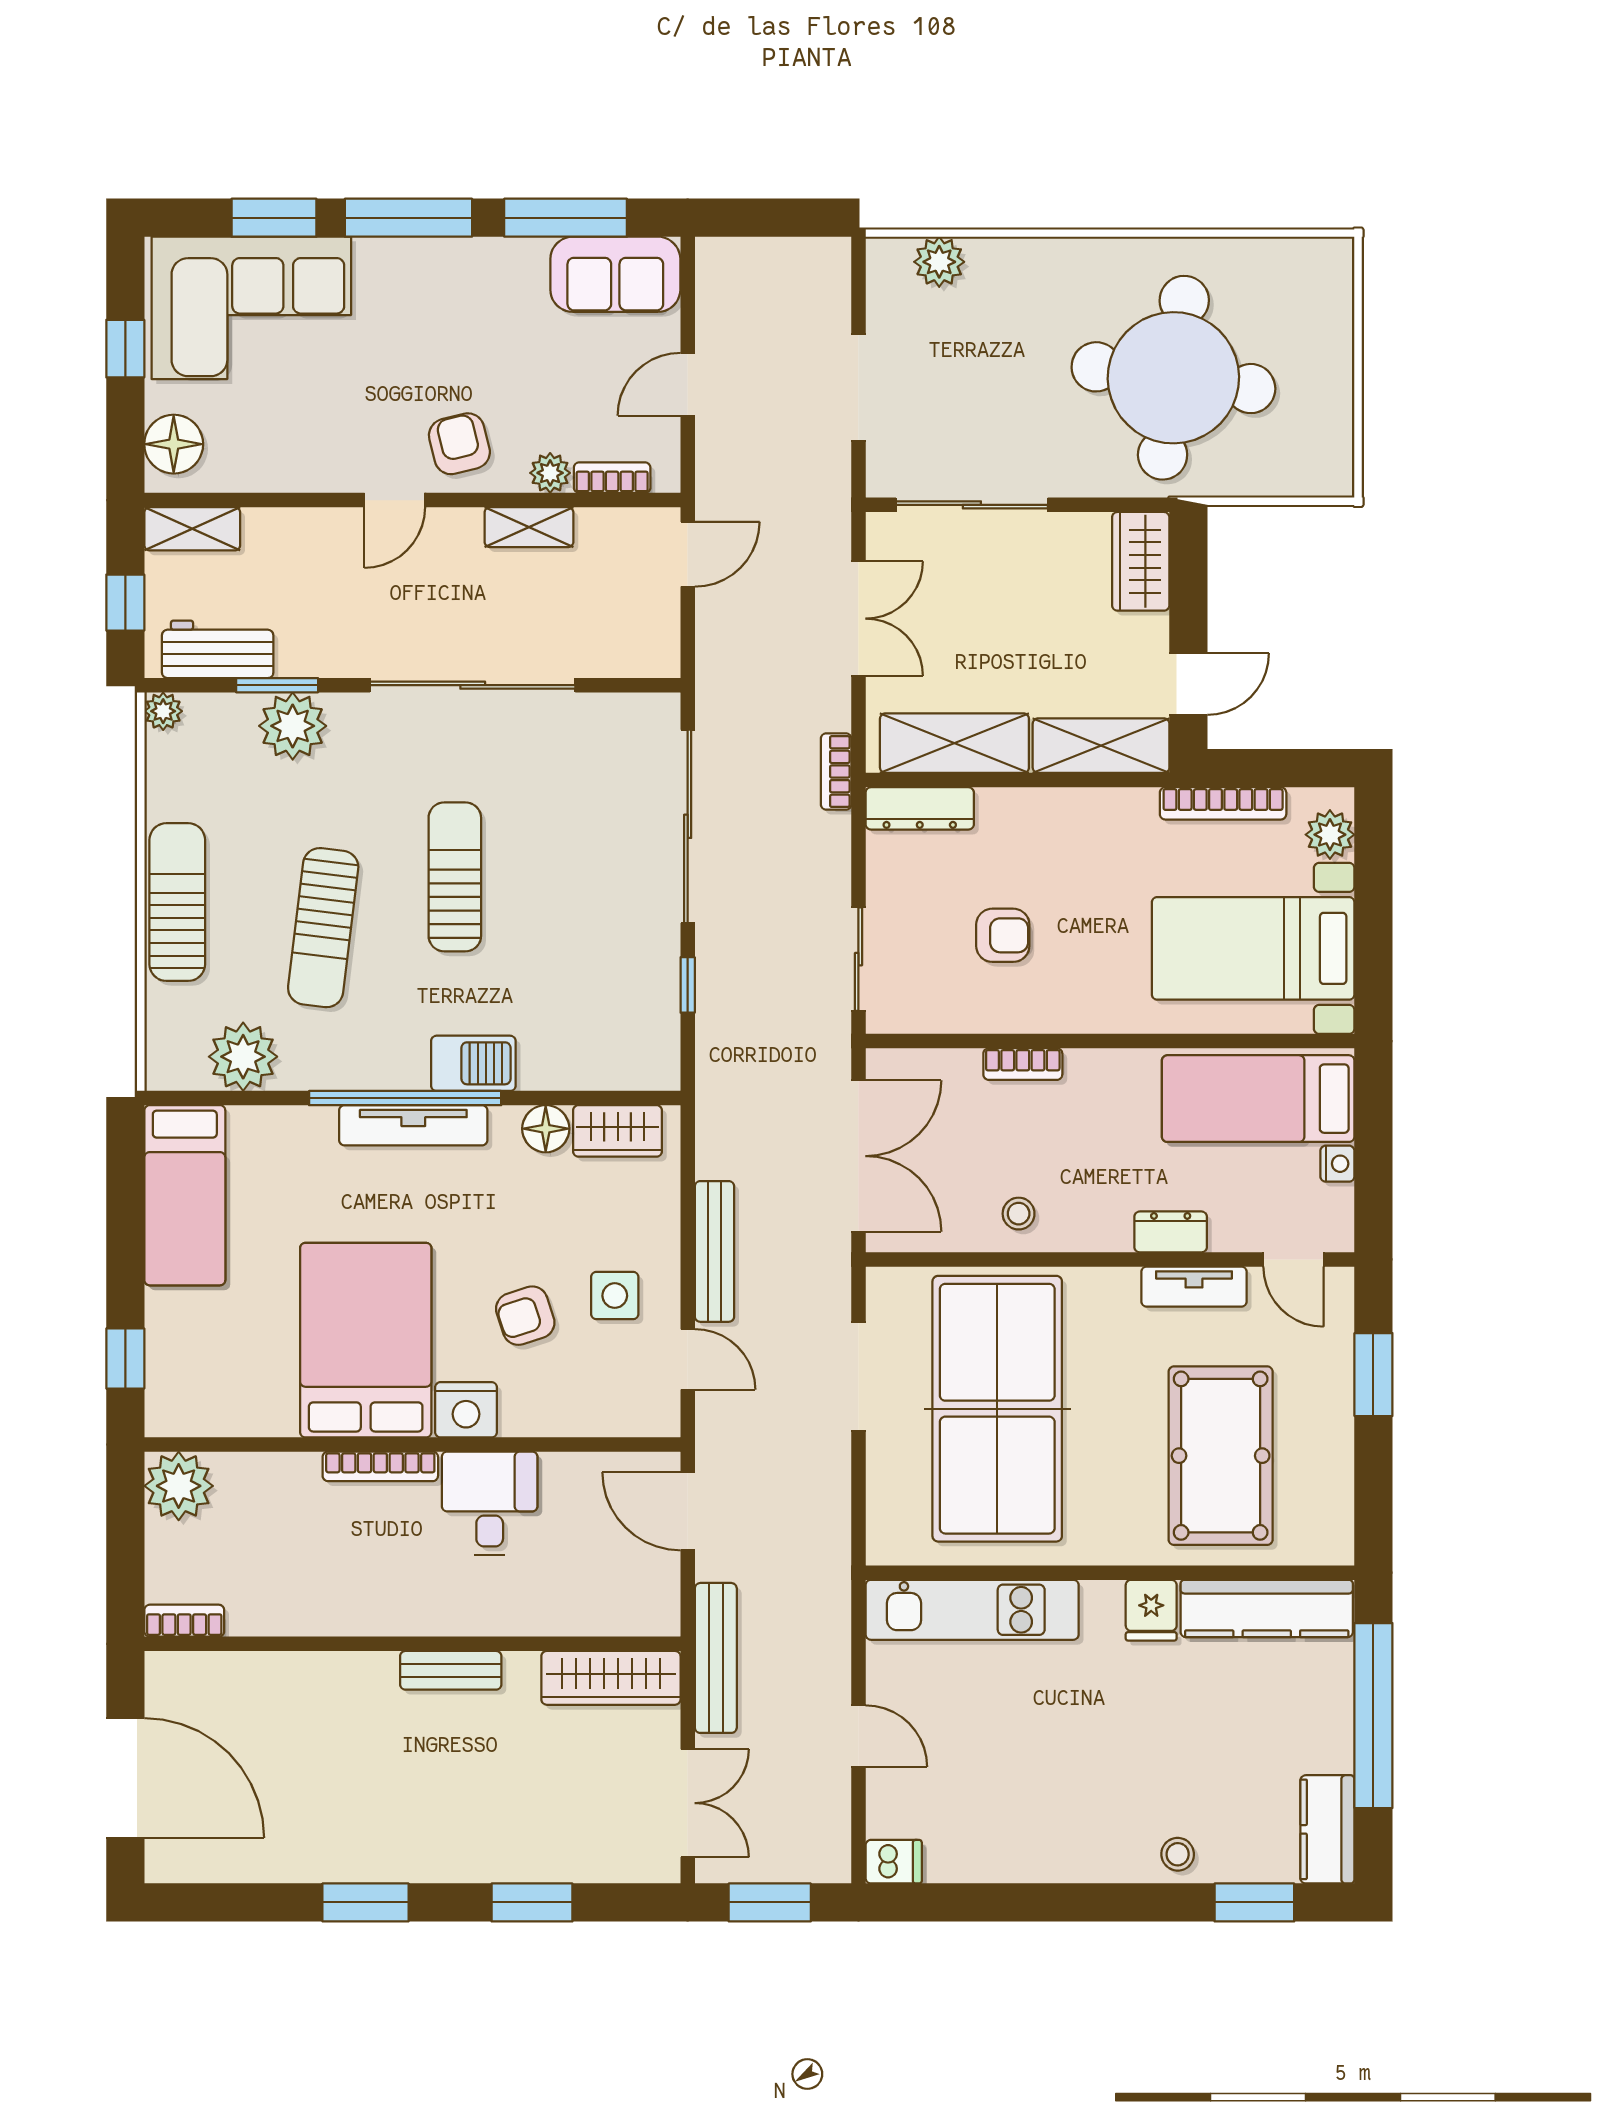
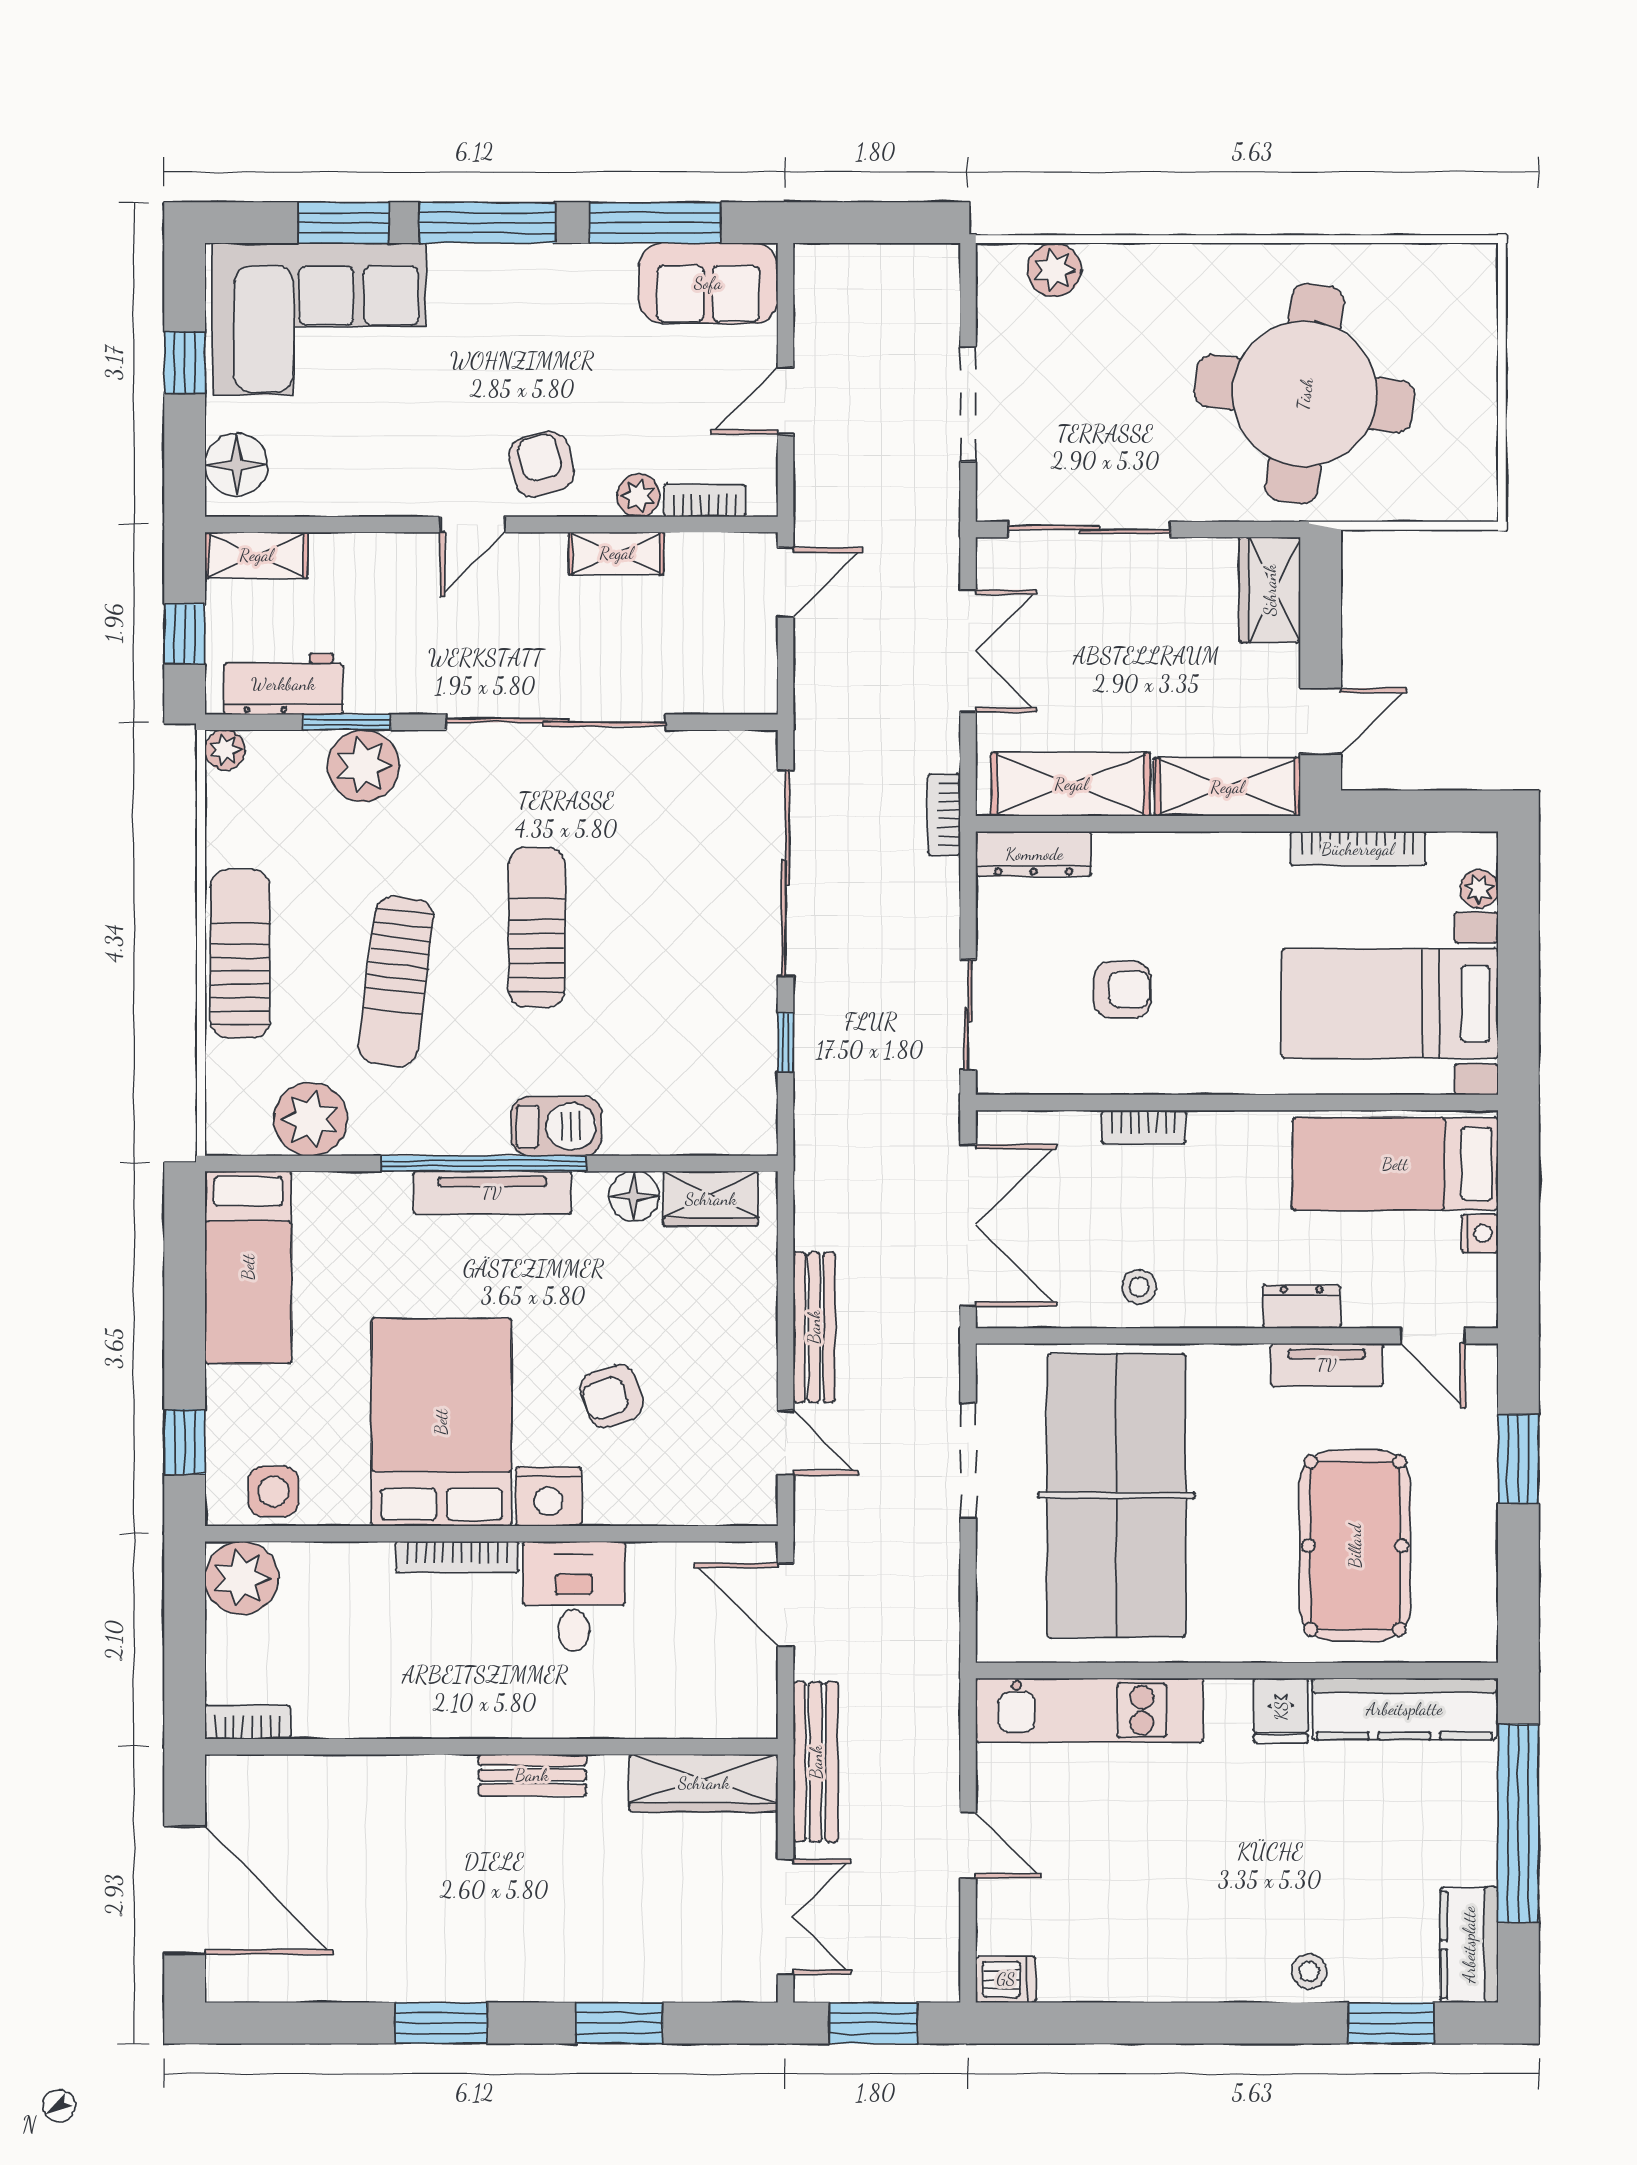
plant: (1330, 835) -> (1479, 889), width x0.73, depth x0.73
side table: (615, 1296) -> (273, 1491), moved

